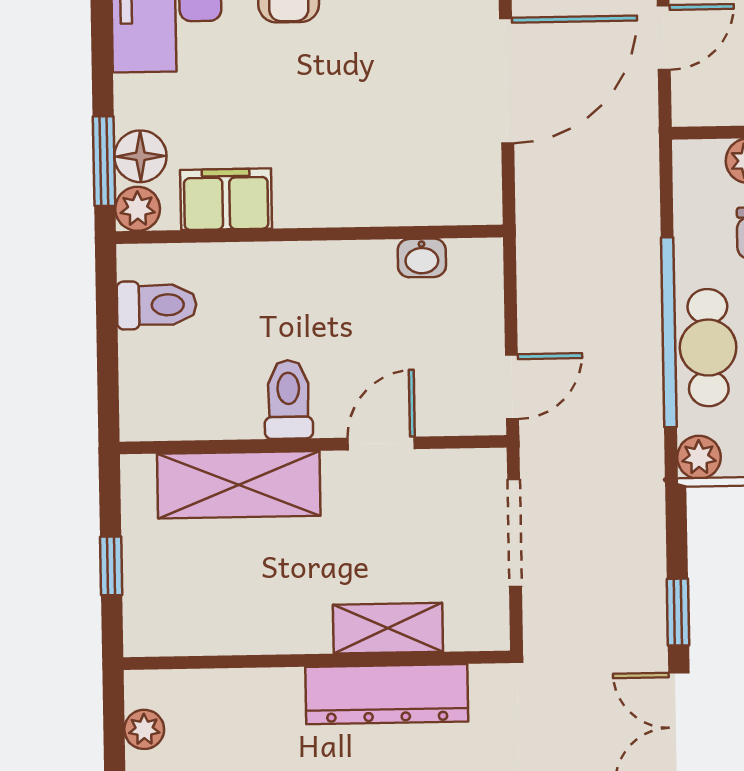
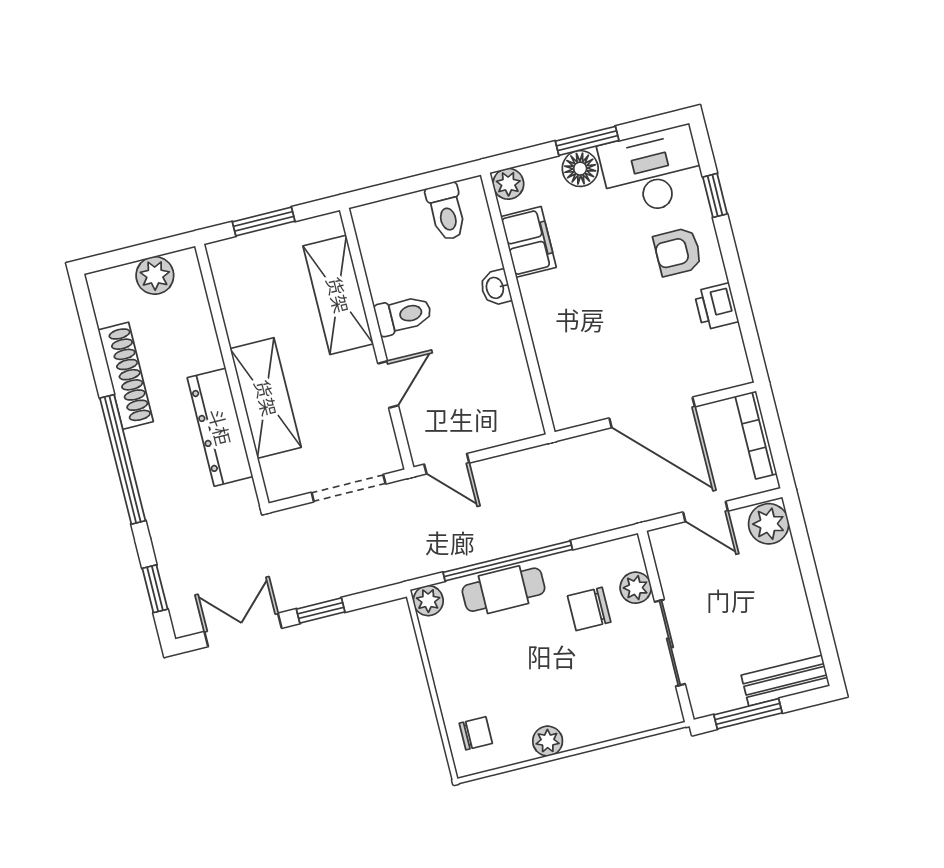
floor lamp: (140, 156) -> (580, 169), moved
window: (104, 161) -> (587, 141), moved
washbasin: (422, 258) -> (496, 288), moved
door: (381, 443) -> (388, 385), hinge flipped
window: (111, 566) -> (264, 221), width x1.50
shelving: (388, 628) -> (266, 398), width x1.50, depth x1.33
plant: (144, 729) -> (155, 275), width x1.38, depth x1.38

